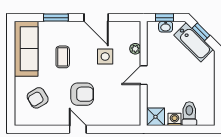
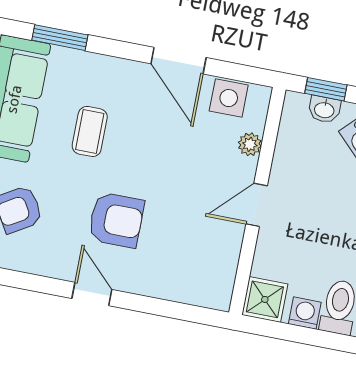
window: (56, 18) -> (60, 38), moved
side table: (105, 57) -> (229, 98), moved

